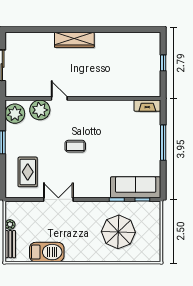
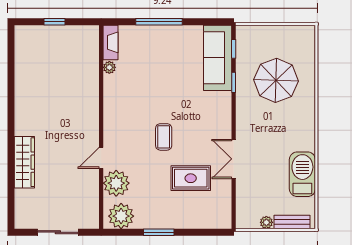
wardrobe: (74, 40) -> (24, 162), moved
plant: (128, 105) -> (109, 67), added
rug: (28, 172) -> (191, 178), moved

